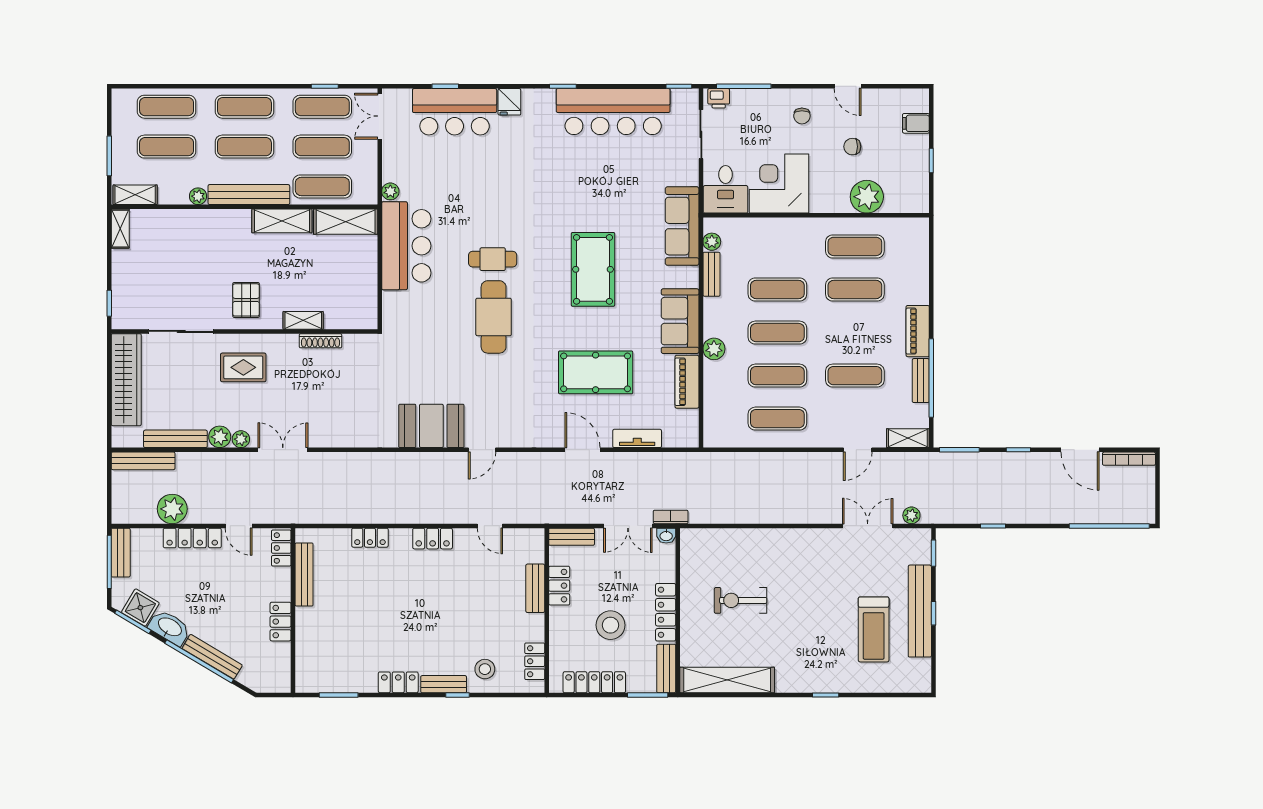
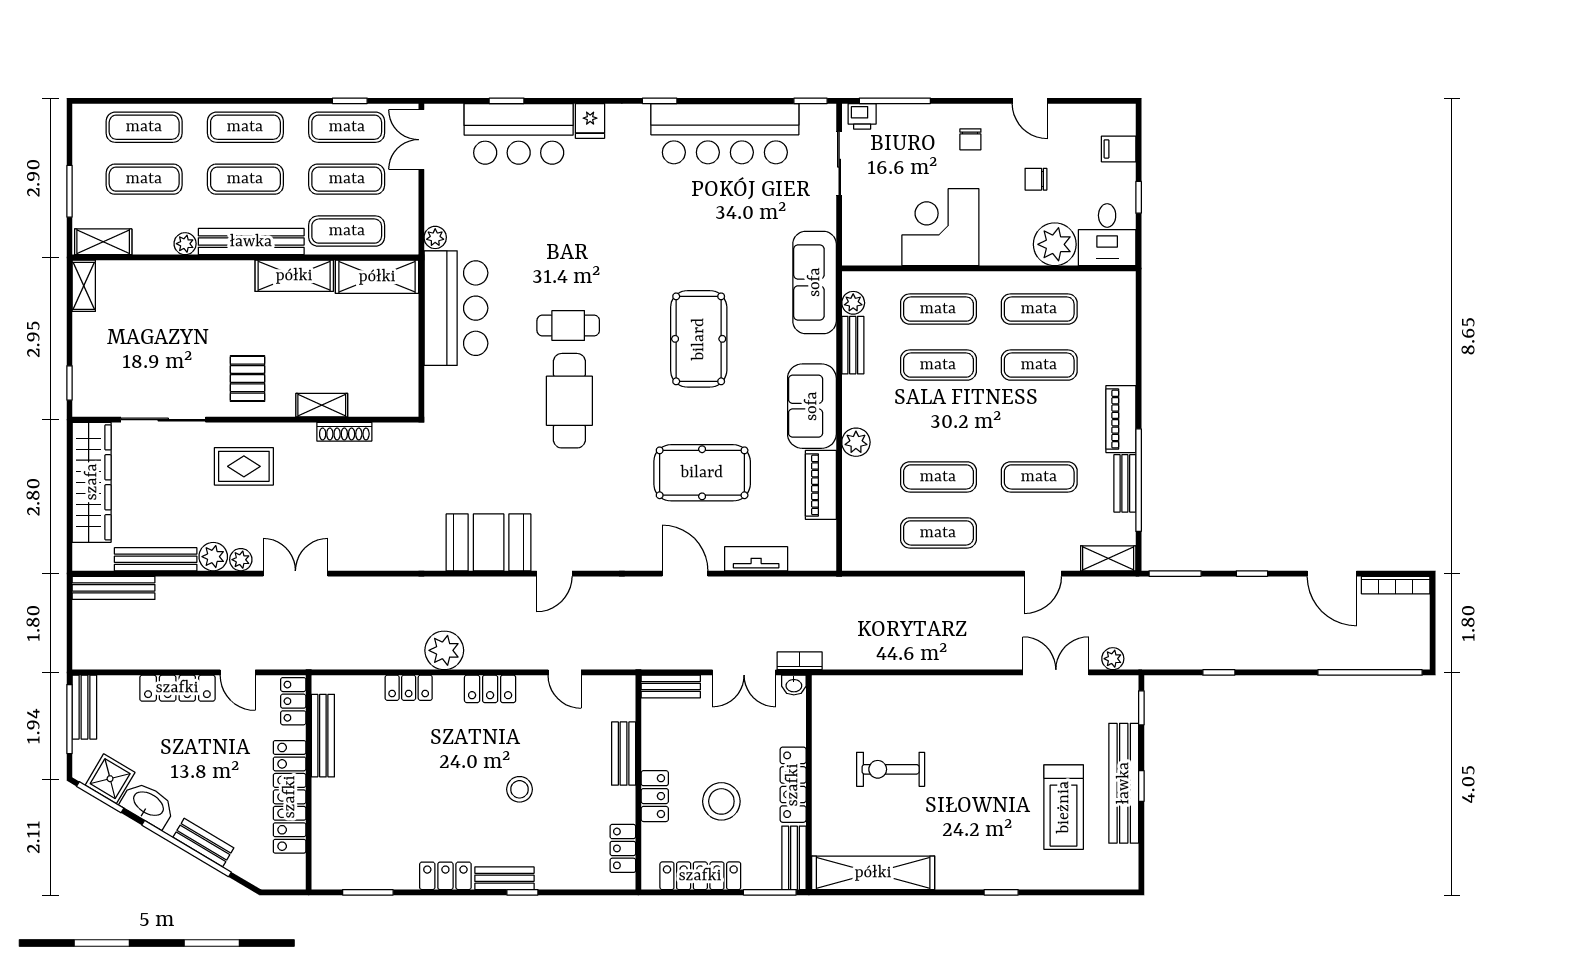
desk: (726, 189) -> (1107, 235), moved
exercise mat: (777, 333) -> (938, 309), moved
plant: (172, 509) -> (444, 650), moved
locker: (559, 586) -> (655, 796), moved
locker: (281, 622) -> (290, 797), width x2.16, depth x1.21
bench: (212, 657) -> (203, 843), width x0.73
stool: (485, 669) -> (519, 789), moved

